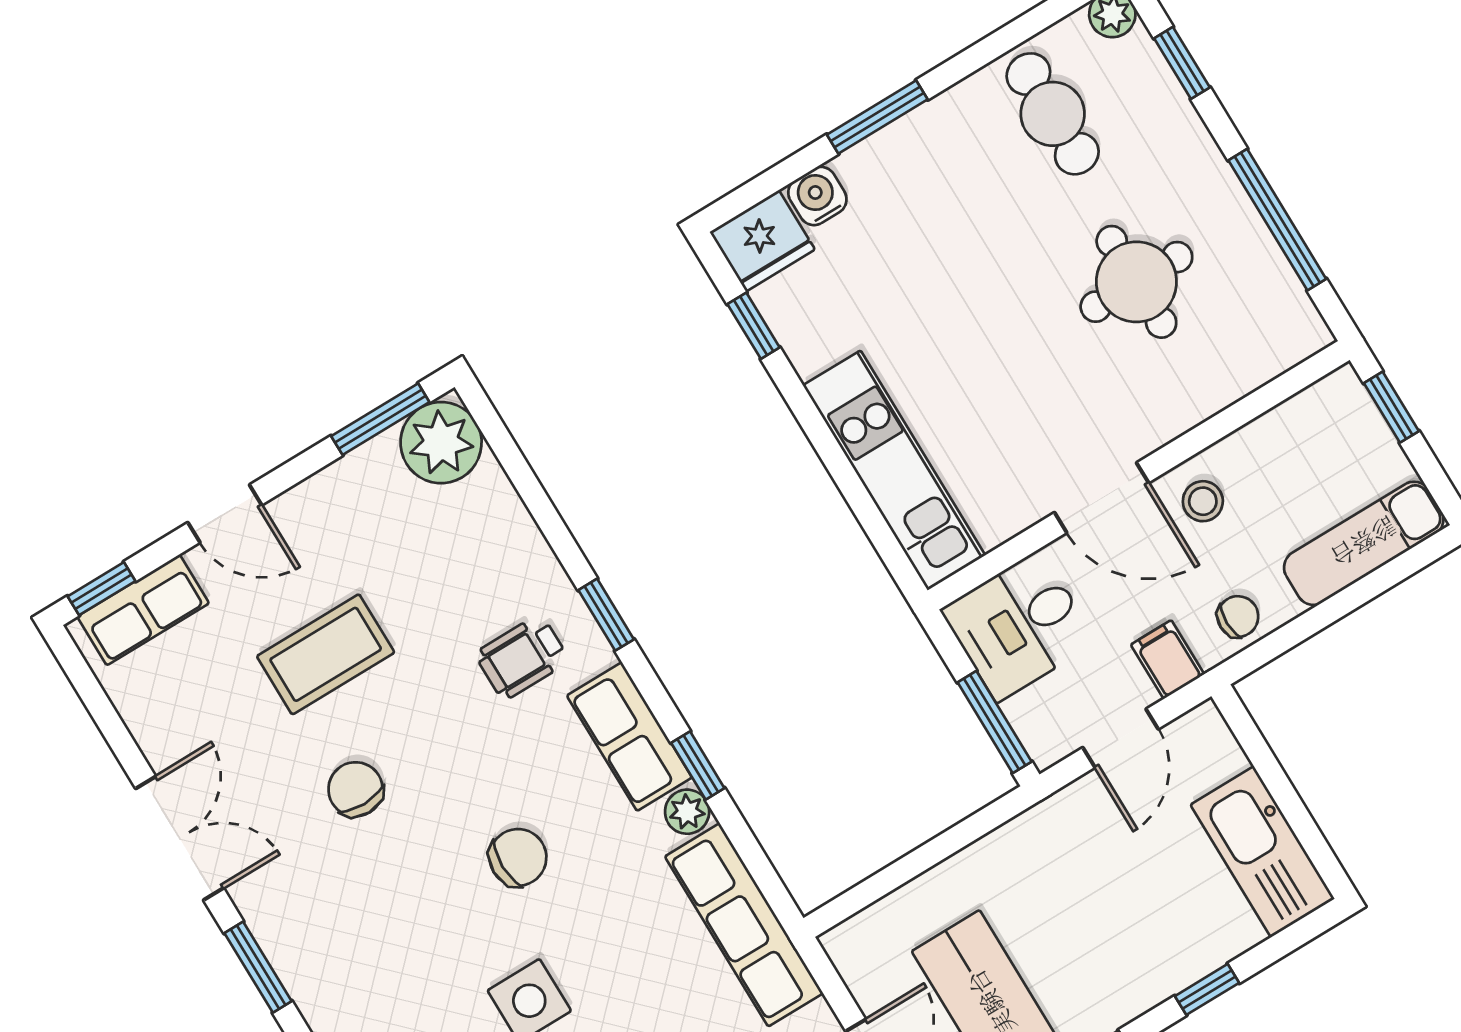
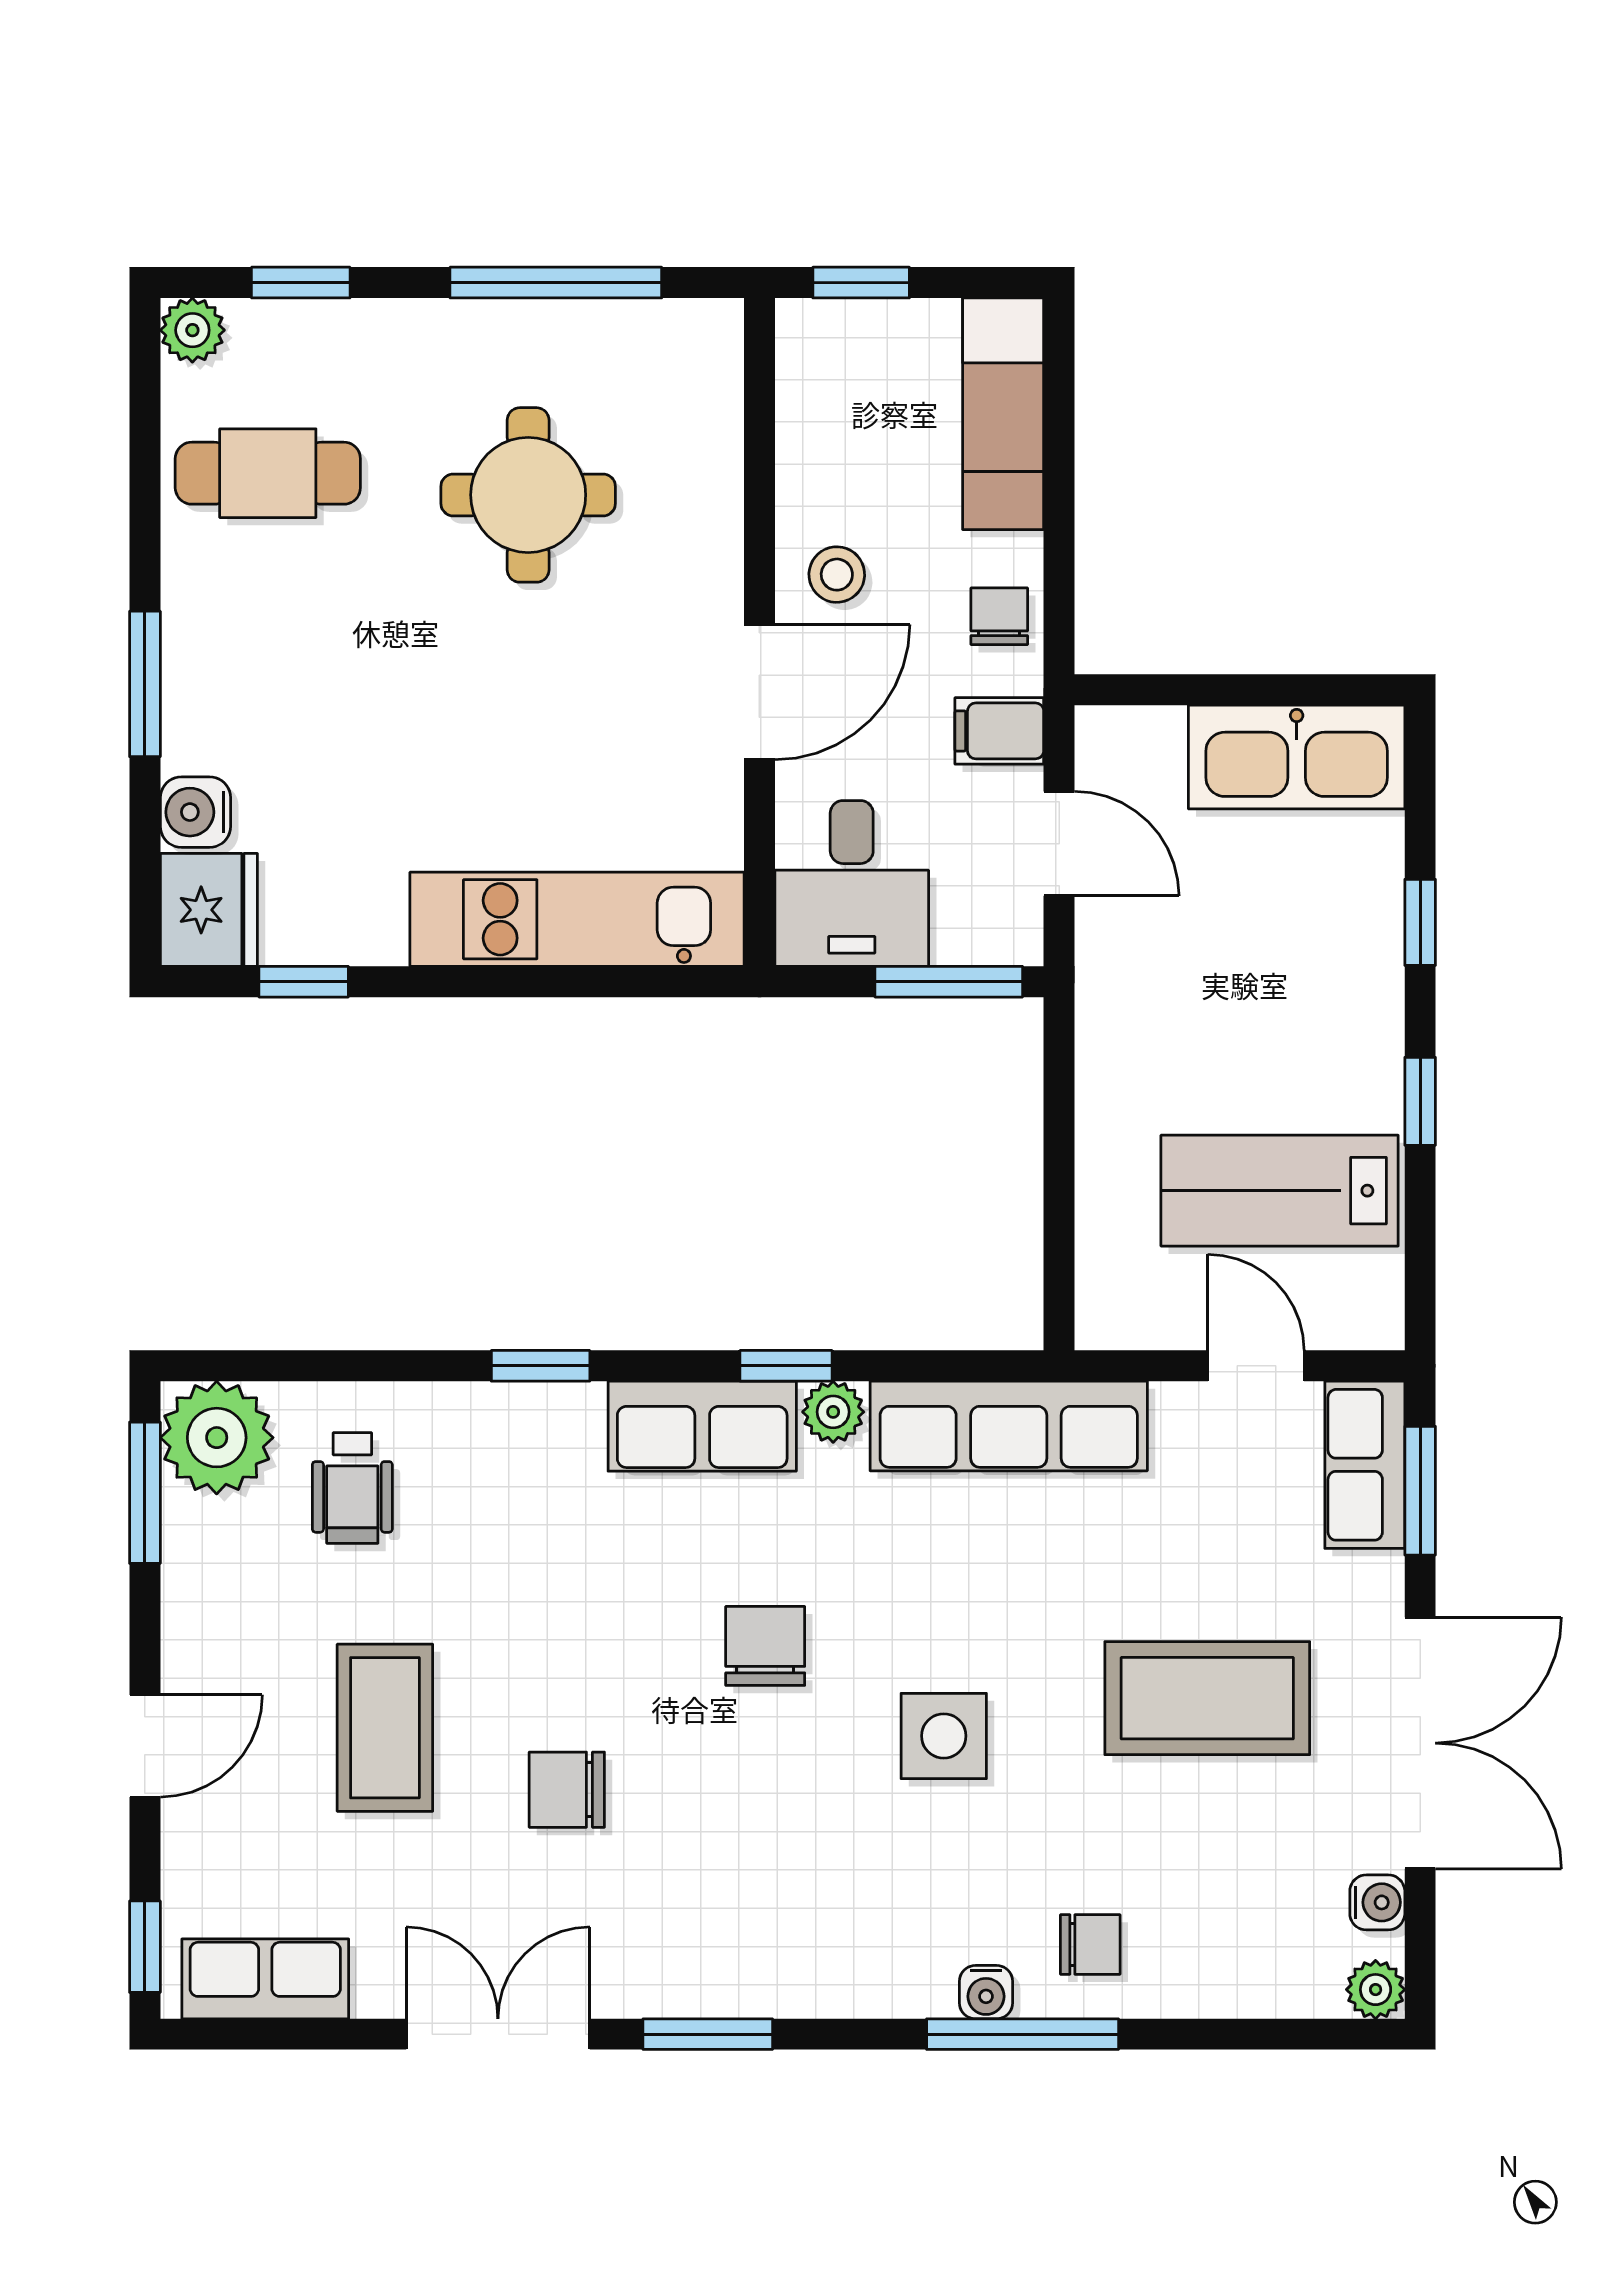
row of seats: (143, 610) -> (265, 1979), moved, turned -90
wheelchair: (522, 657) -> (352, 1488), moved

